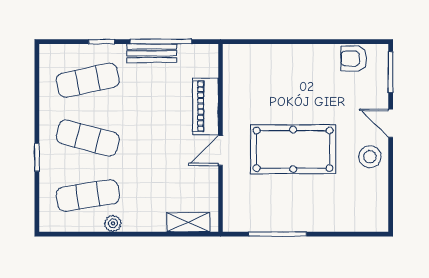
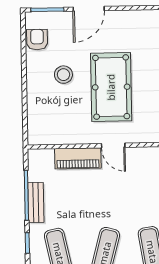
armchair: (354, 59) -> (37, 40), turned 180
door: (391, 123) -> (89, 9), width x1.38
stool: (370, 157) -> (63, 75), moved

